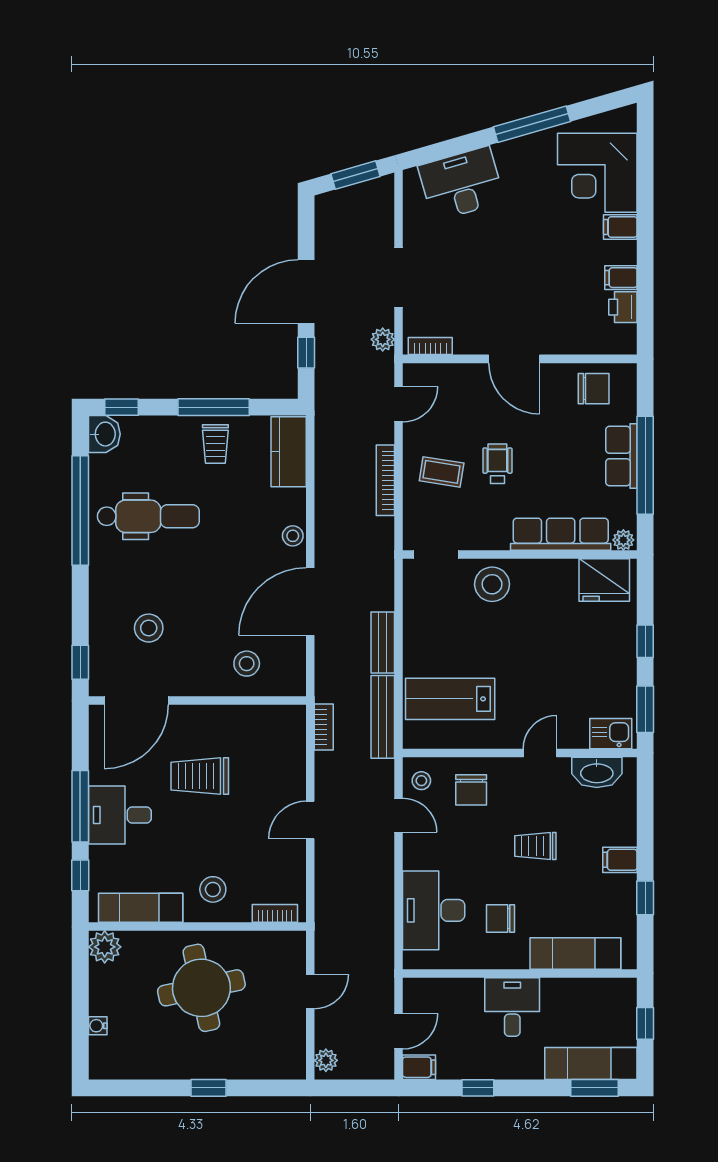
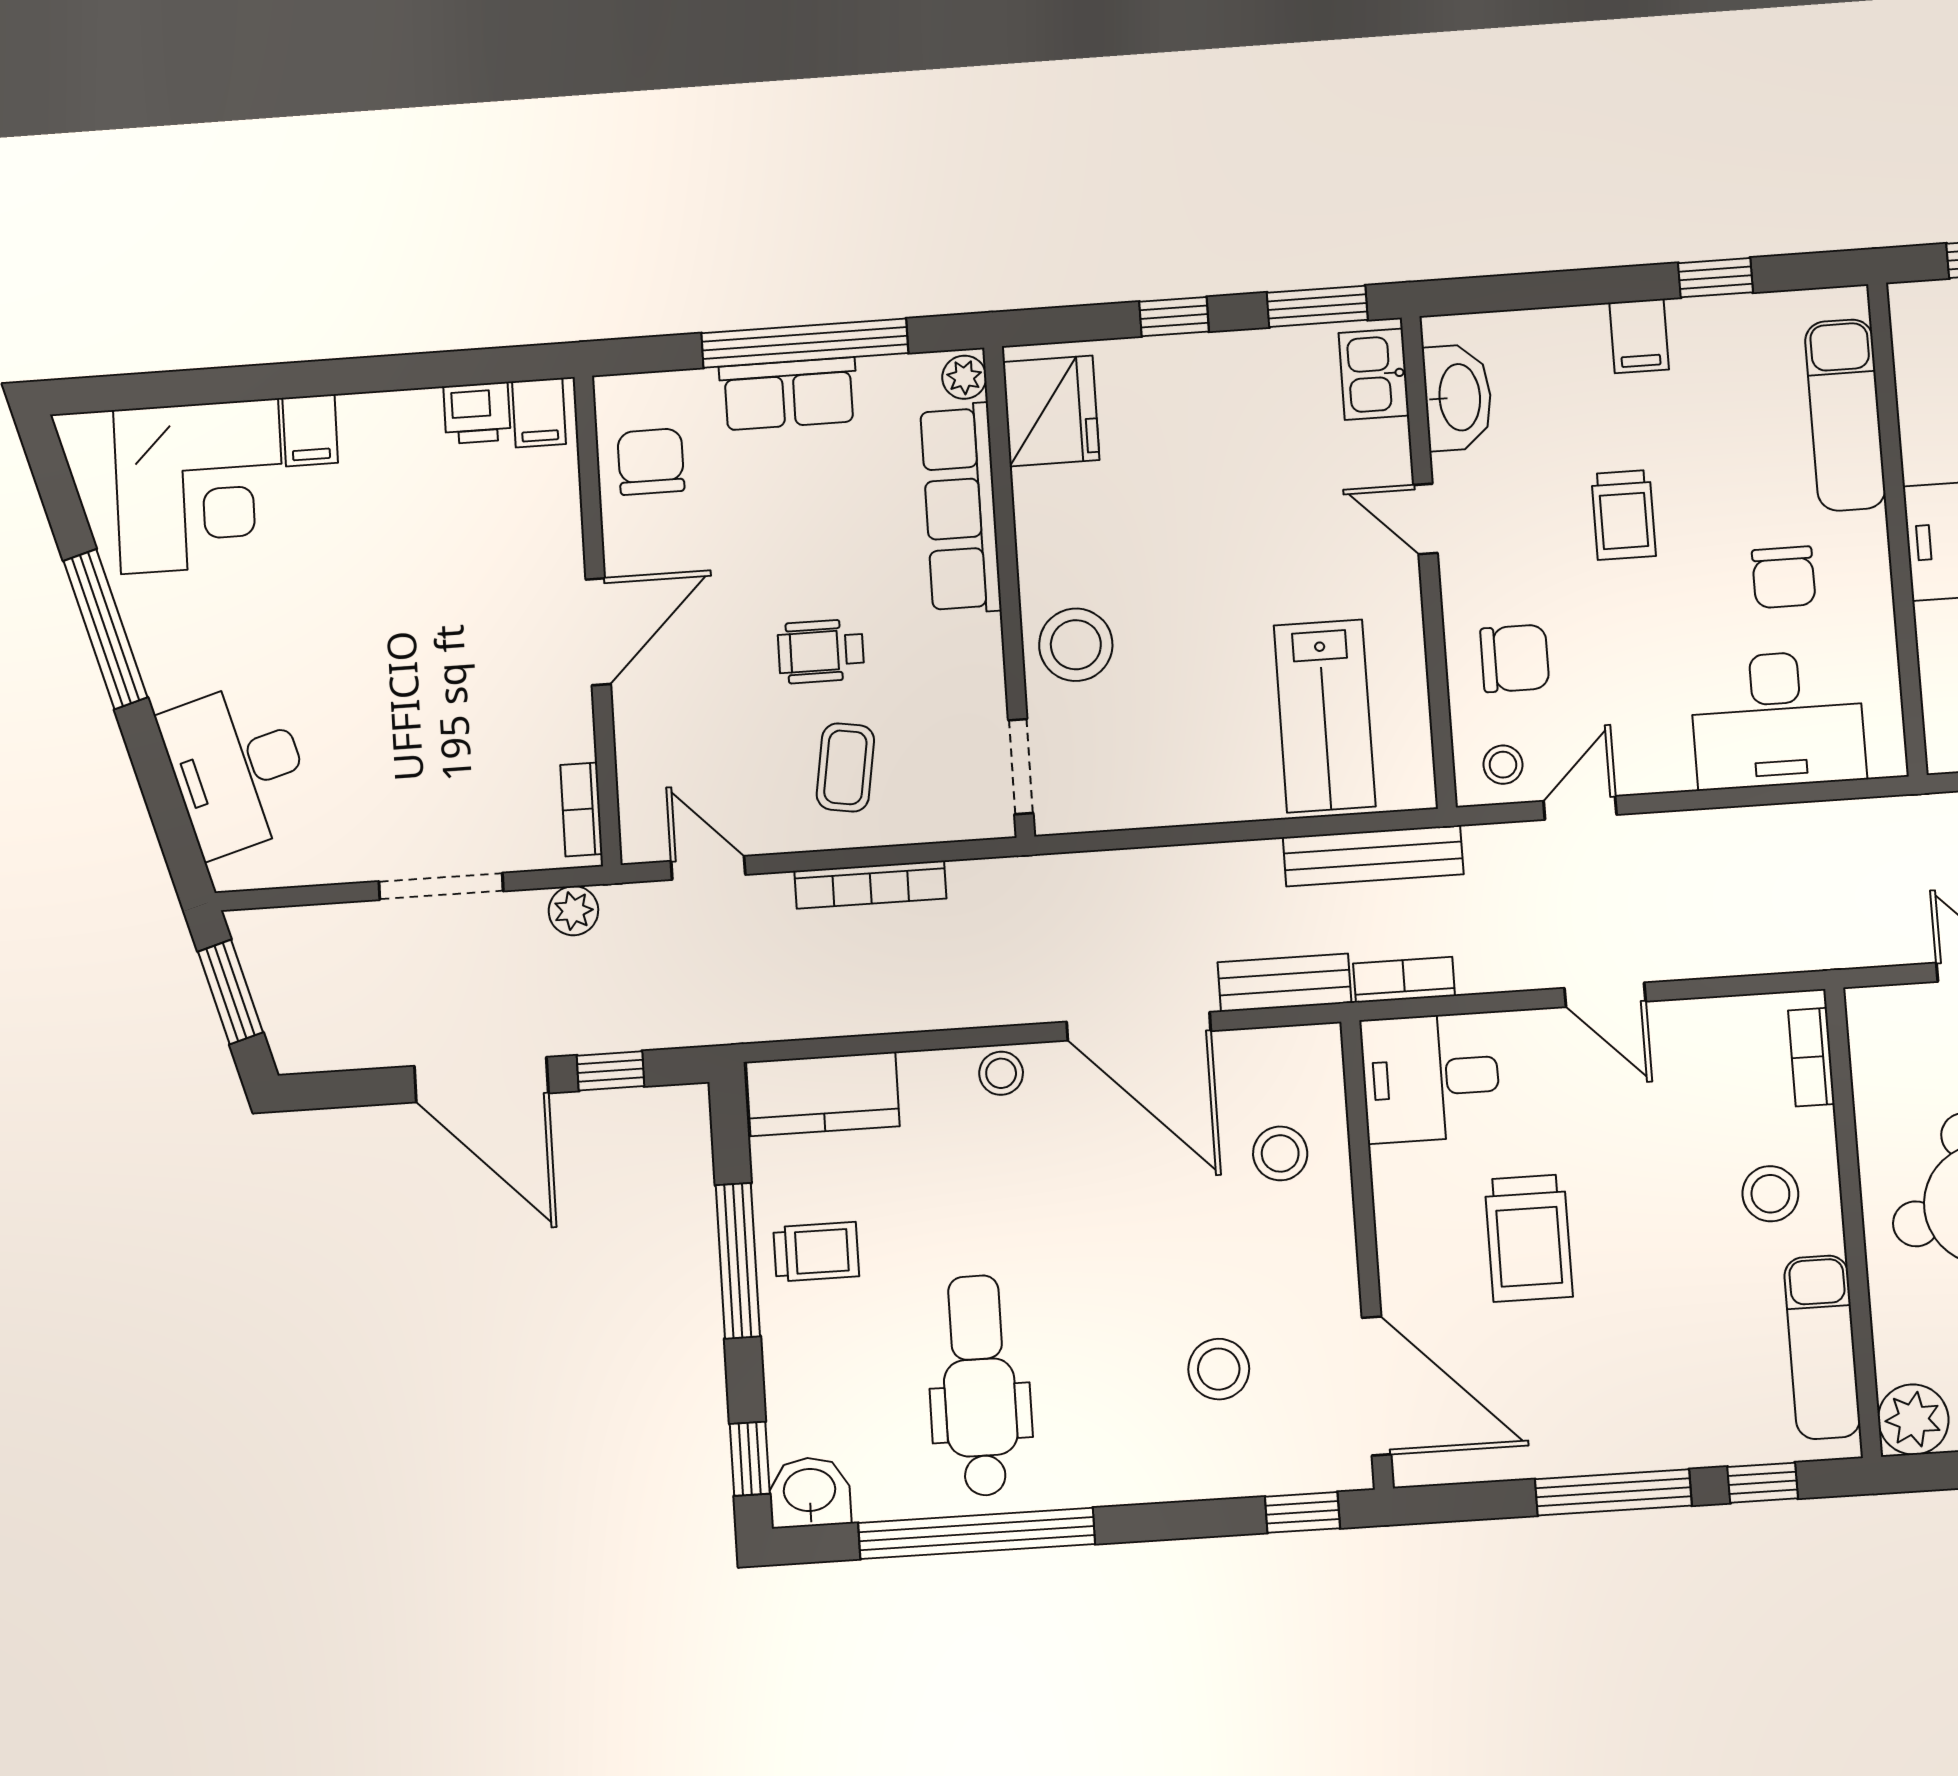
filing cabinet: (621, 278) -> (539, 413), moved
bench: (383, 643) -> (1284, 983), moved
desk: (120, 815) -> (1430, 1078), moved, turned 90

